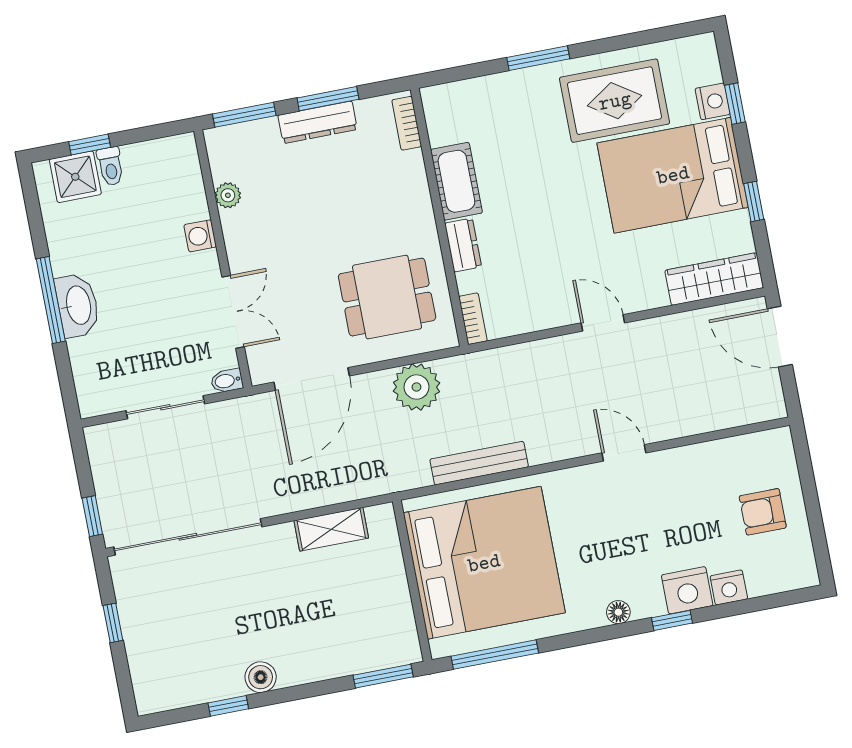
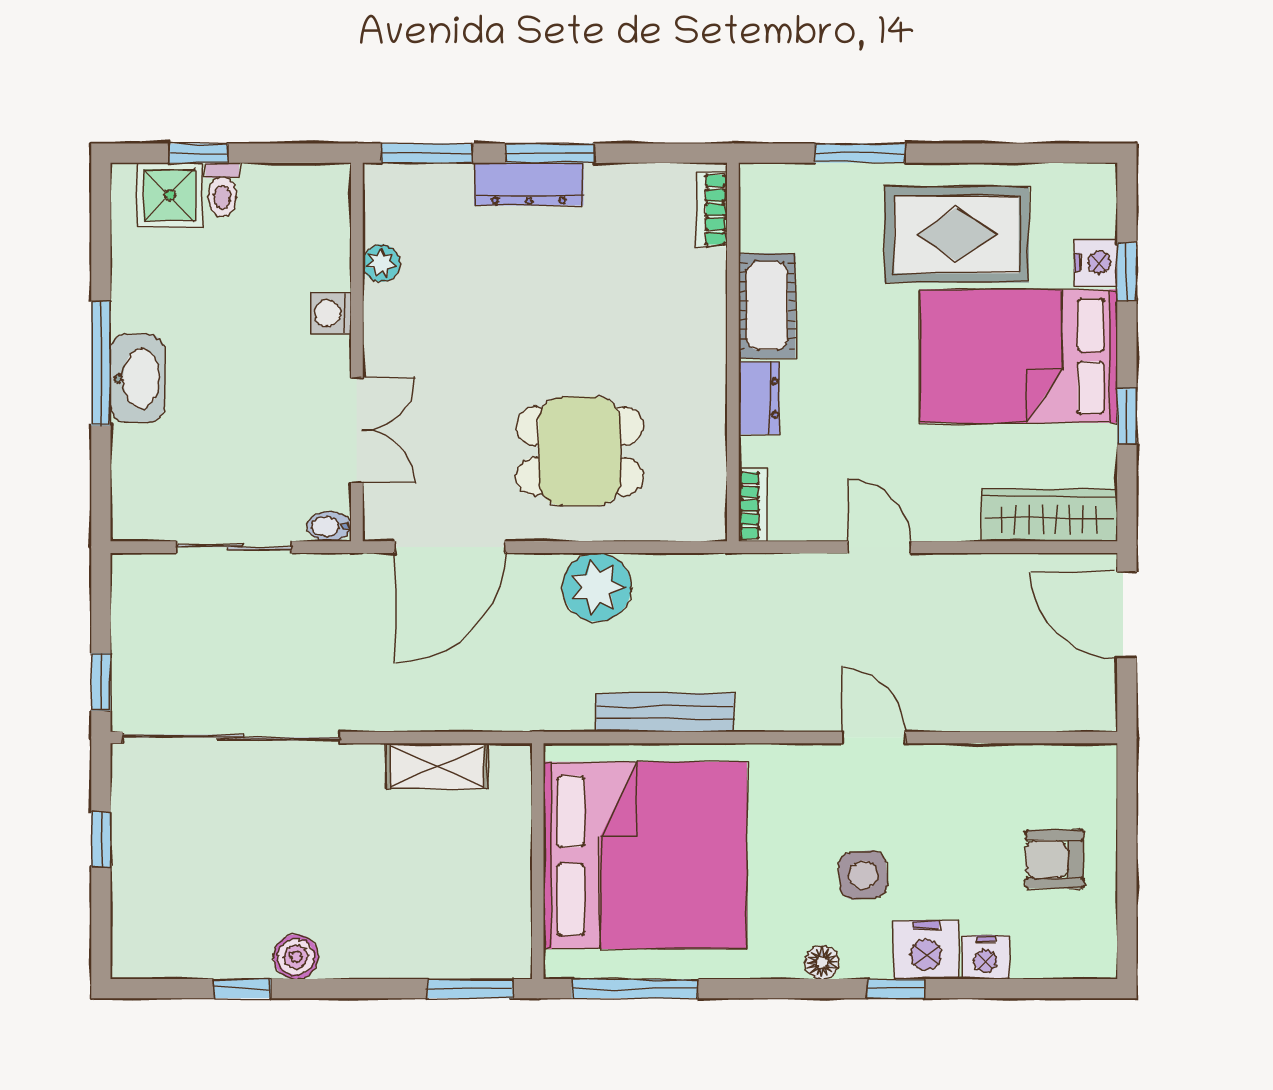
bookcase: (407, 123) -> (712, 210), moved
cot: (456, 181) -> (767, 306), moved
wall: (439, 217) -> (733, 352), moved
dresser: (463, 245) -> (759, 398), moved
bookcase: (473, 319) -> (753, 506), moved
side table: (635, 548) -> (863, 875), added

